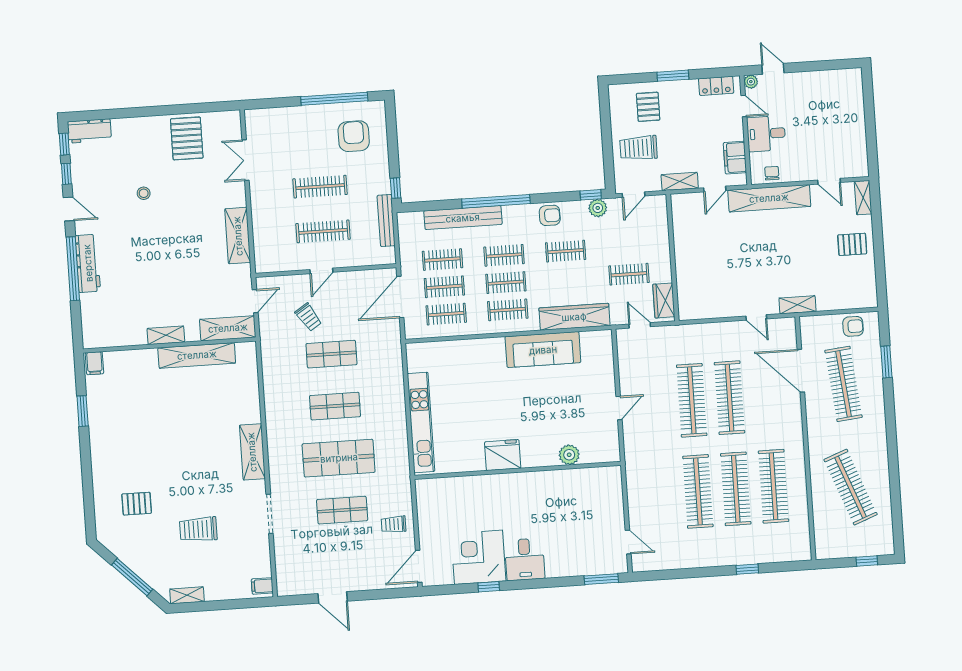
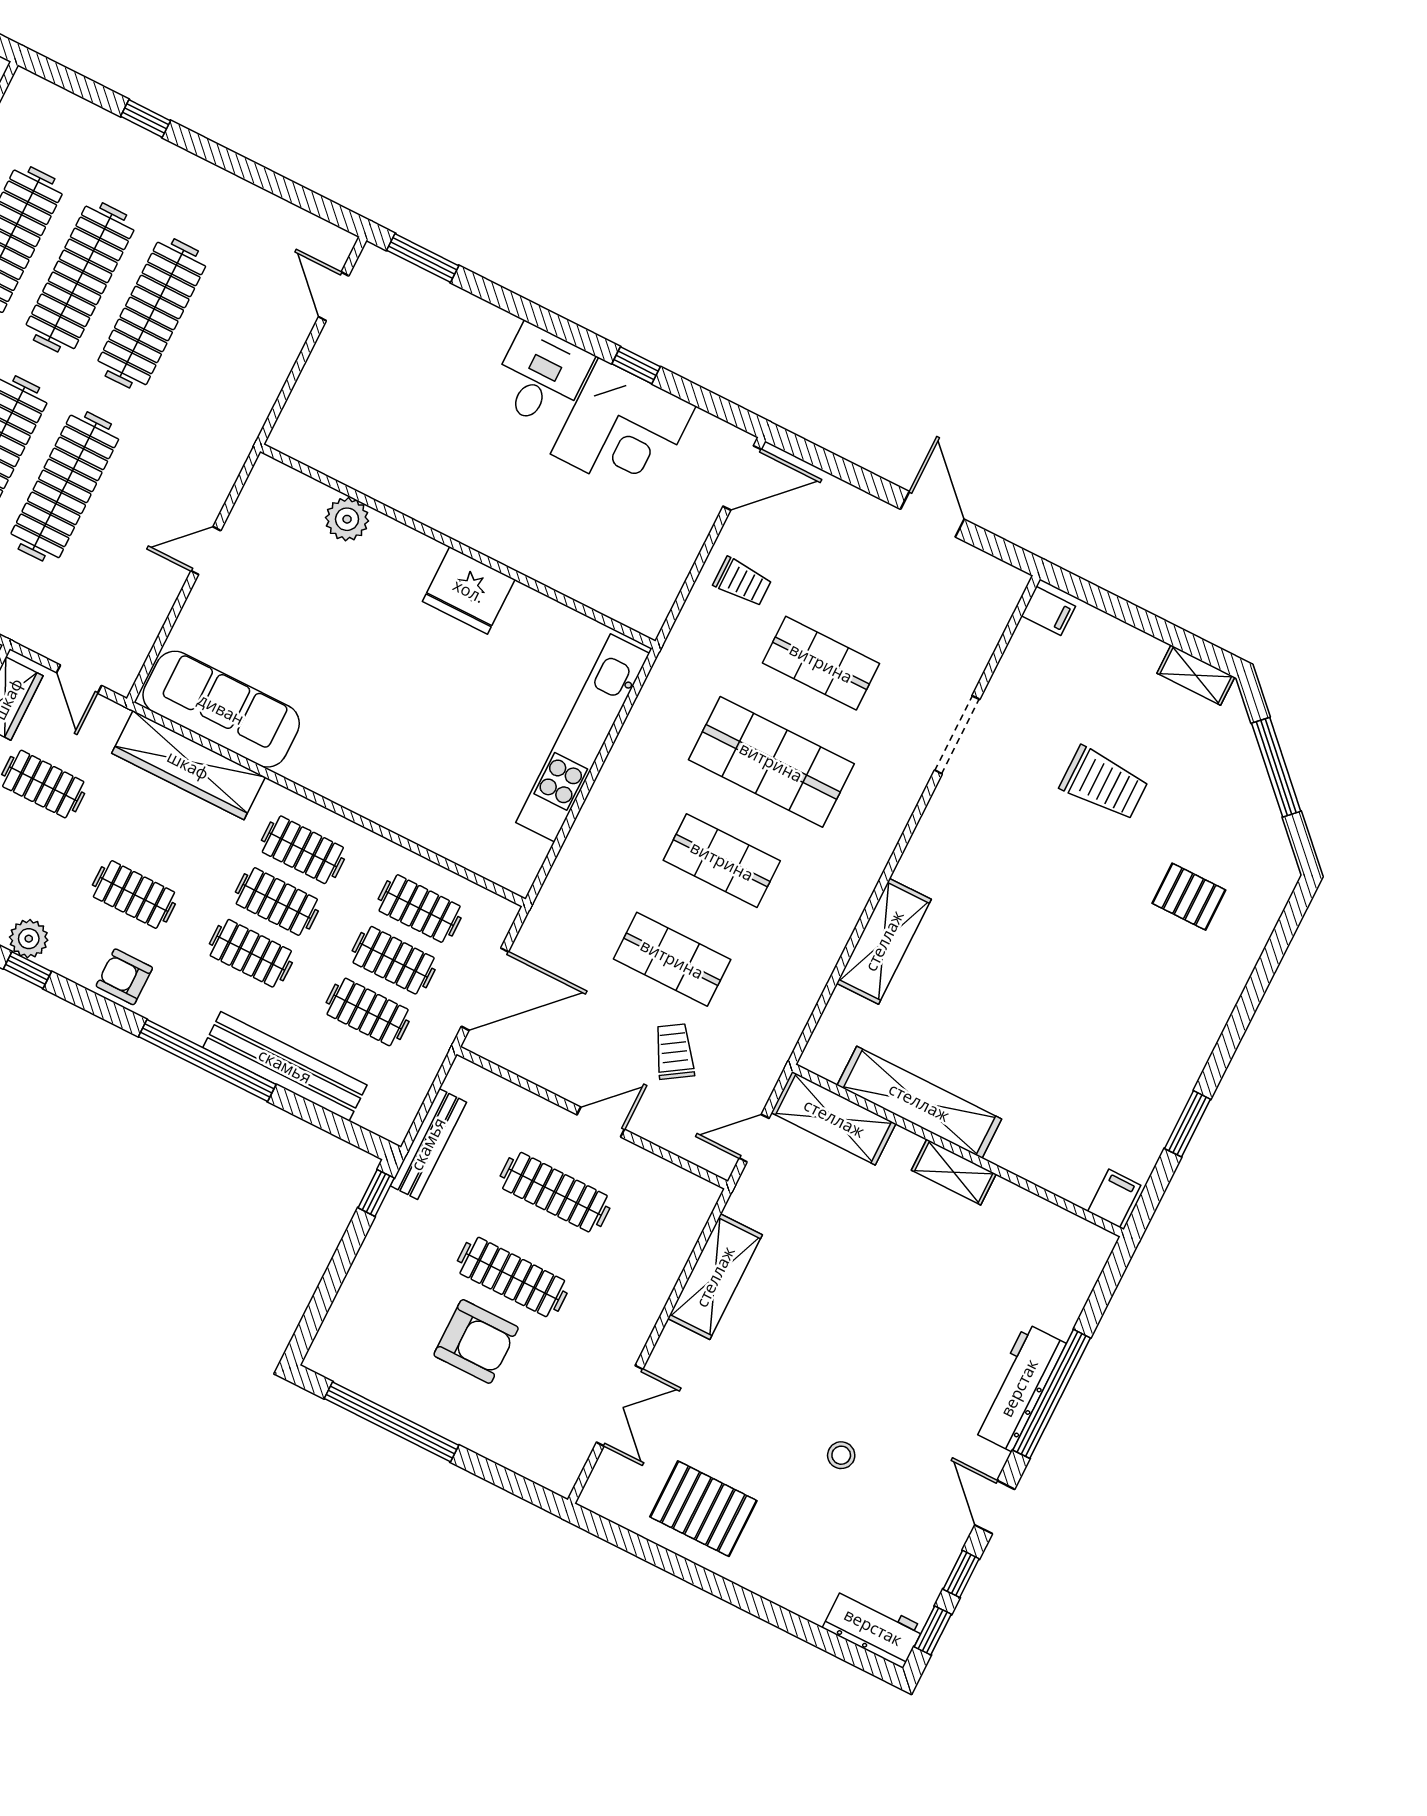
armchair: (354, 136) -> (476, 1341), moved, turned -90
pallet: (187, 138) -> (703, 1509), turned 90
sofa: (543, 350) -> (221, 709), moved
shelving: (252, 452) -> (884, 941), moved

